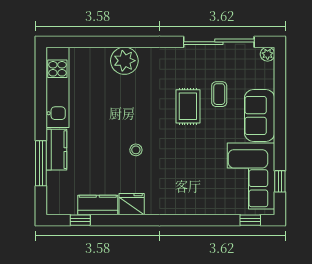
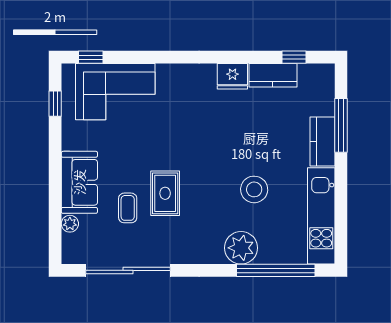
window: (95, 42) -> (276, 270), added
plant: (268, 54) -> (70, 224), moved
stool: (136, 150) -> (254, 189), moved, width x1.89, depth x1.89
corner sofa: (251, 176) -> (115, 92), moved, turned 90

